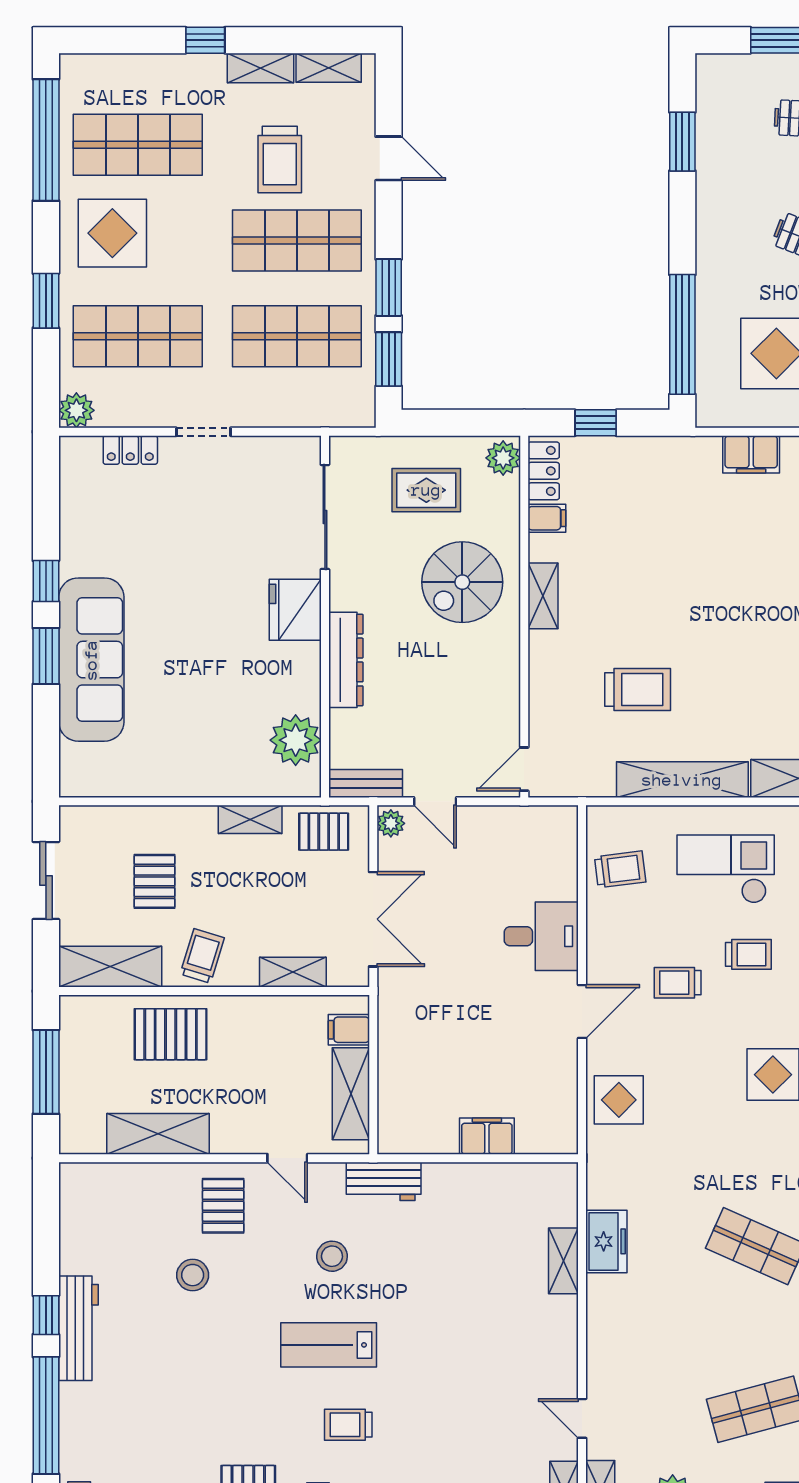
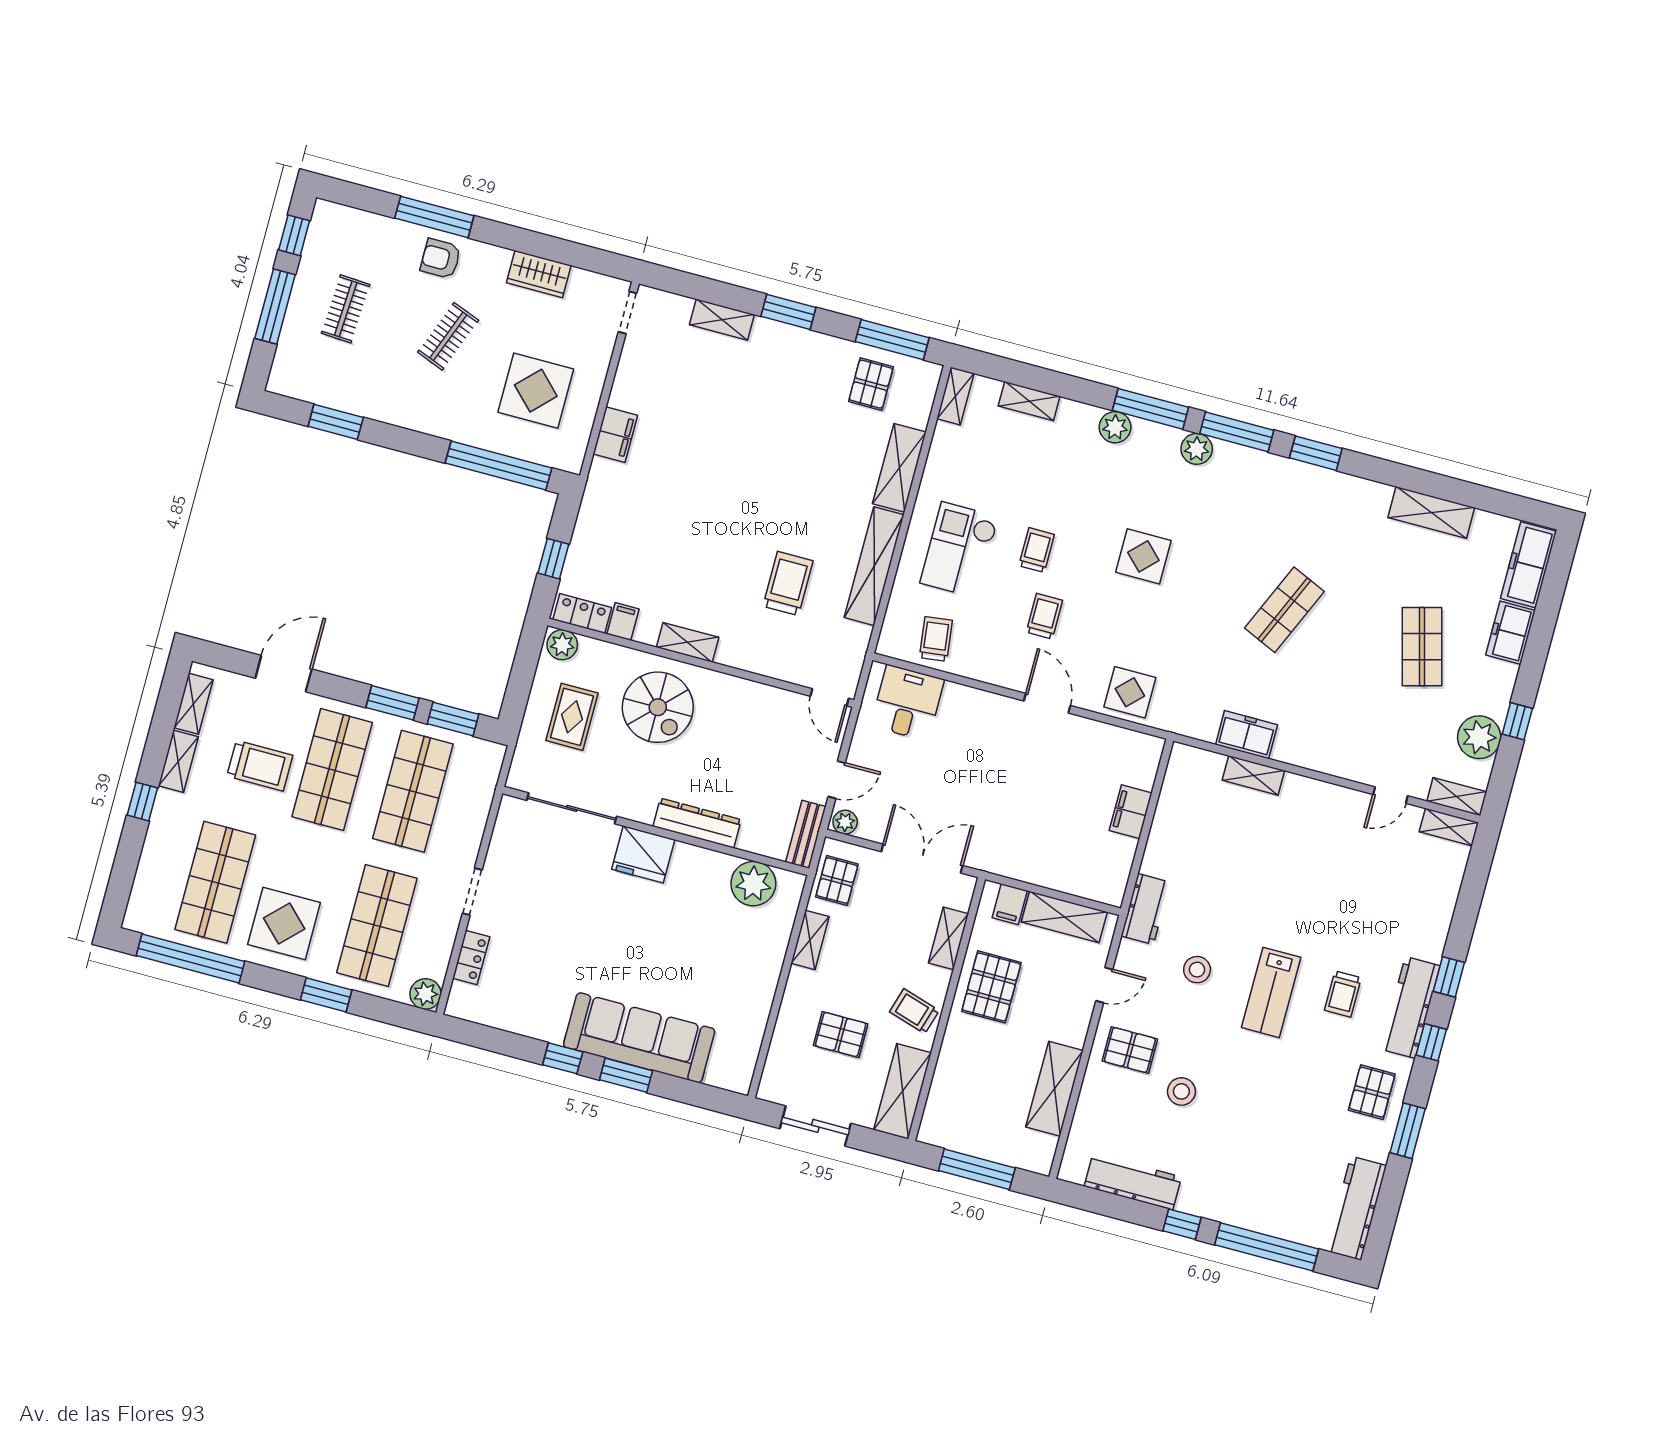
door: (389, 158) -> (284, 674), width x1.38
desk: (541, 936) -> (907, 703), moved
trolley: (678, 983) -> (1044, 616), turned 180
pallet: (171, 1034) -> (991, 987), moved
workbench: (79, 1328) -> (1133, 1182), moved

